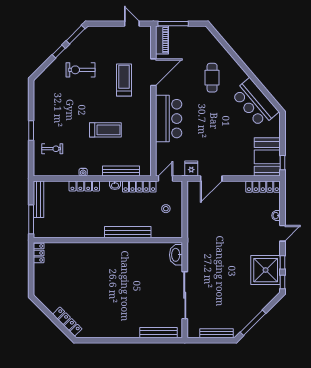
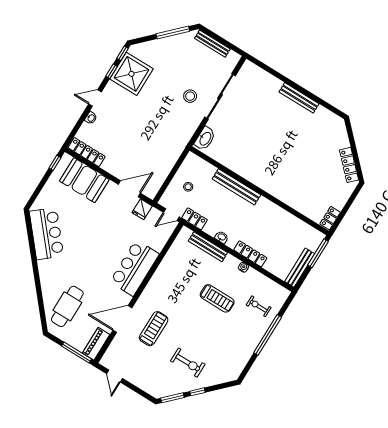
cafe table: (212, 78) -> (67, 306), moved, width x1.37, depth x1.35
treadmill: (124, 80) -> (154, 329), turned 180
window: (31, 130) -> (268, 335), width x2.11
treadmill: (105, 130) -> (217, 298), moved, turned 180
booth: (267, 157) -> (84, 180), moved, turned 90
locker: (139, 186) -> (195, 219), width x0.66
stool: (208, 281) -> (190, 96), added
locker: (67, 322) -> (349, 165), moved
bench: (159, 333) -> (299, 98), moved

